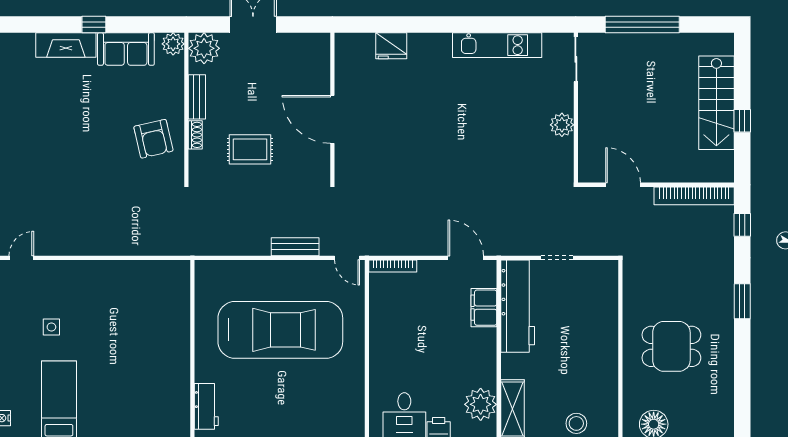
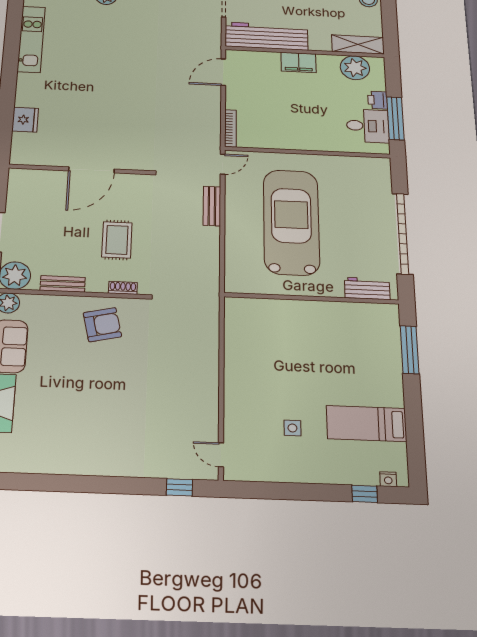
shoe rack: (195, 135) -> (123, 288), moved
filing cabinet: (484, 308) -> (299, 62), moved

